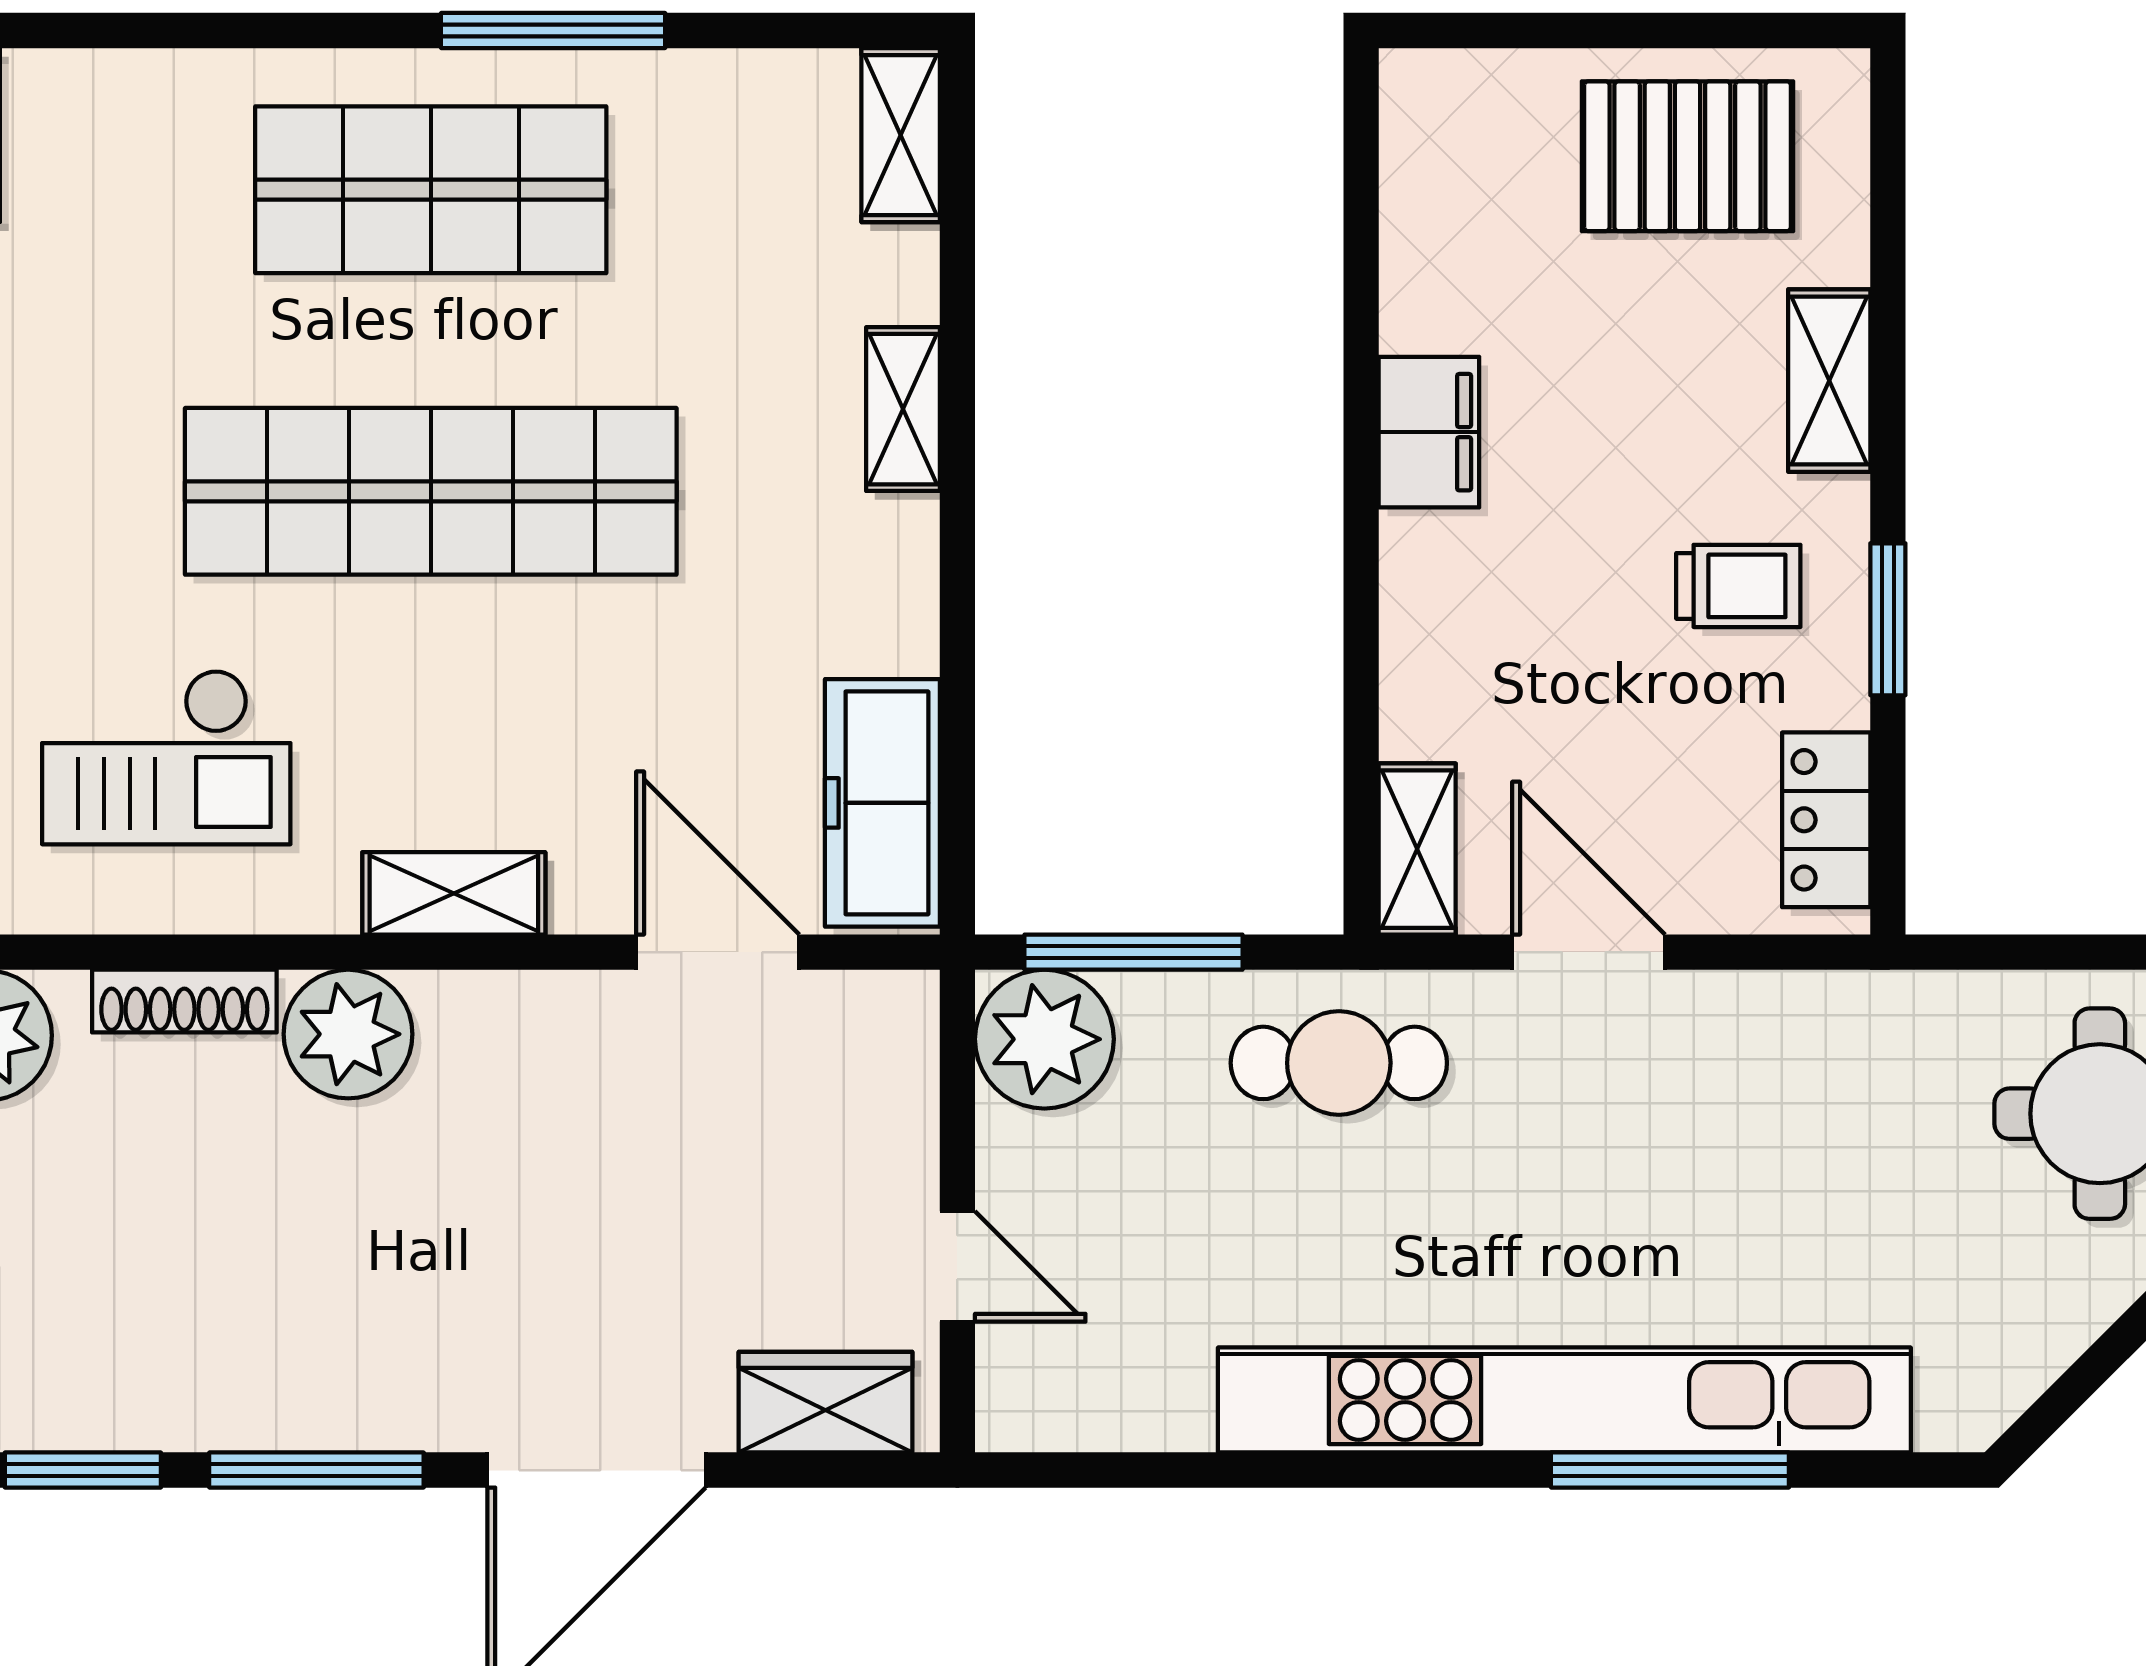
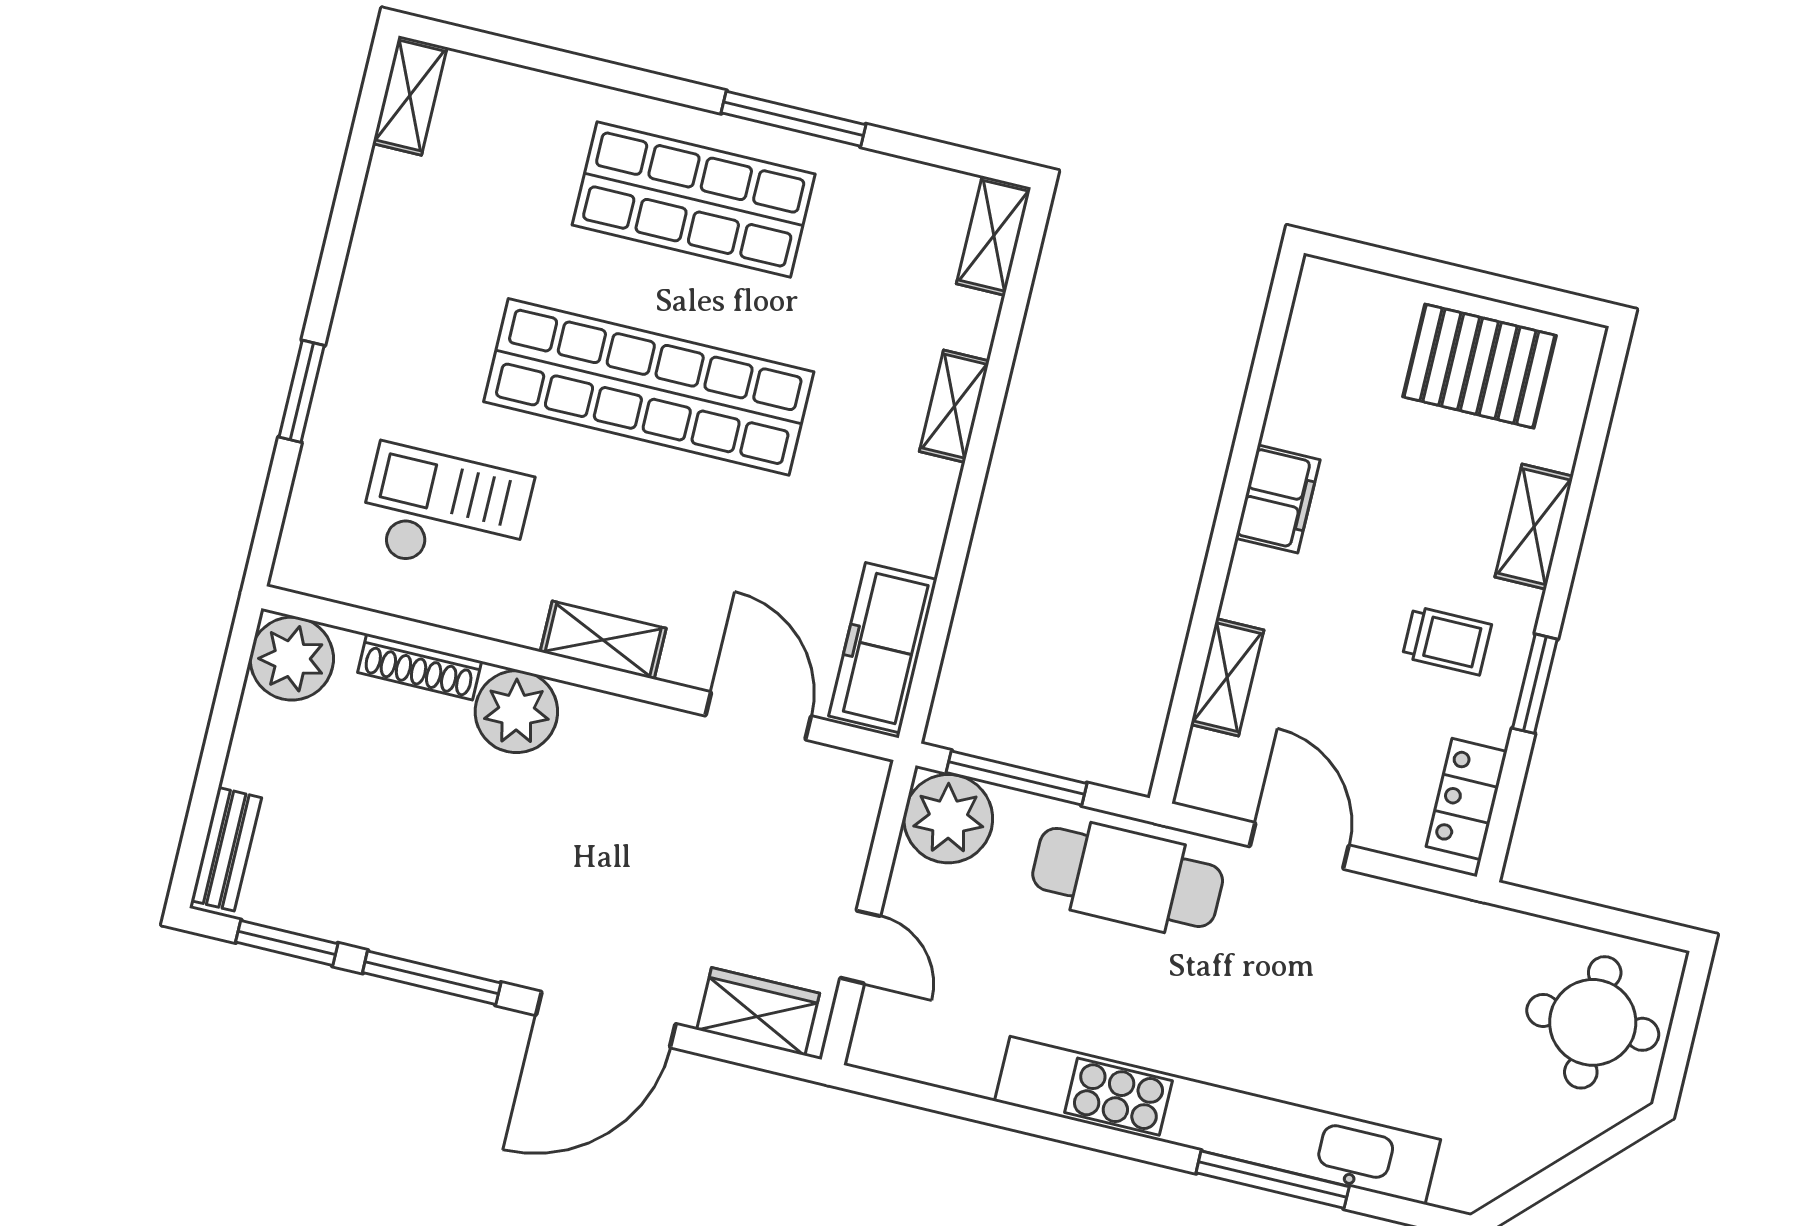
checkout: (166, 757) -> (445, 513), turned 180
shelving: (1417, 849) -> (1227, 677), moved
cafe table: (1339, 1063) -> (1128, 877), width x1.37, depth x1.35

